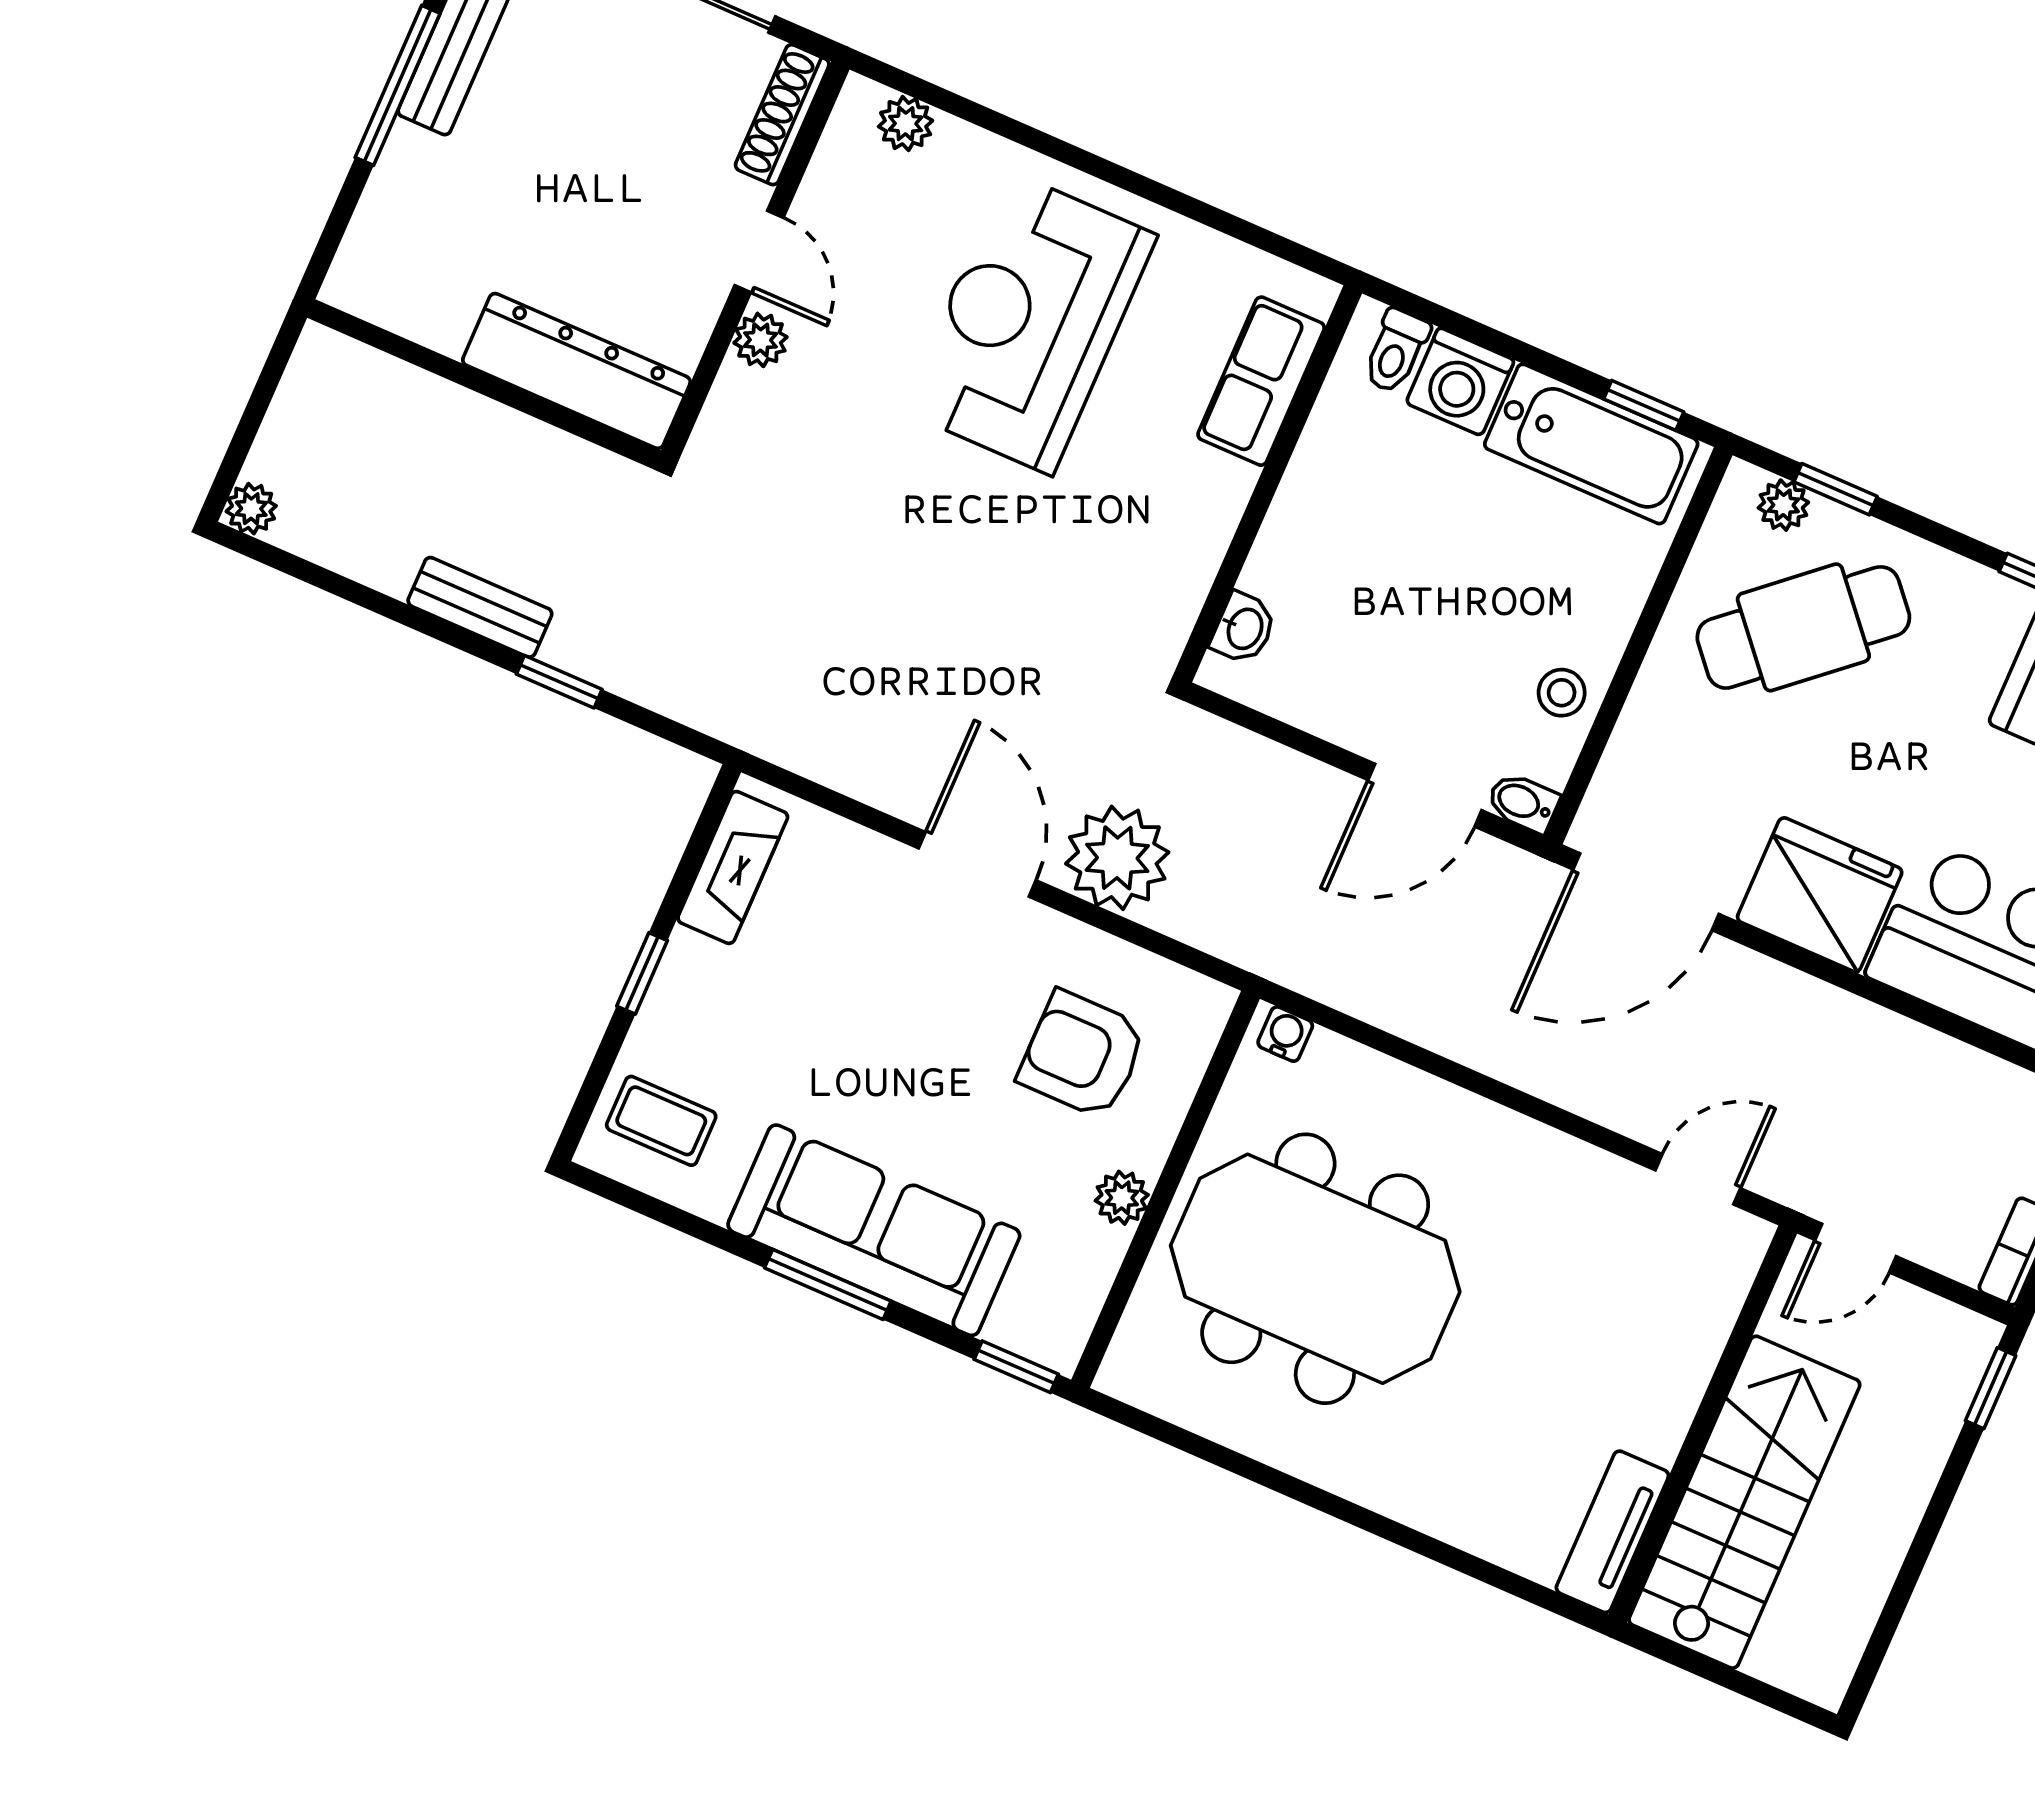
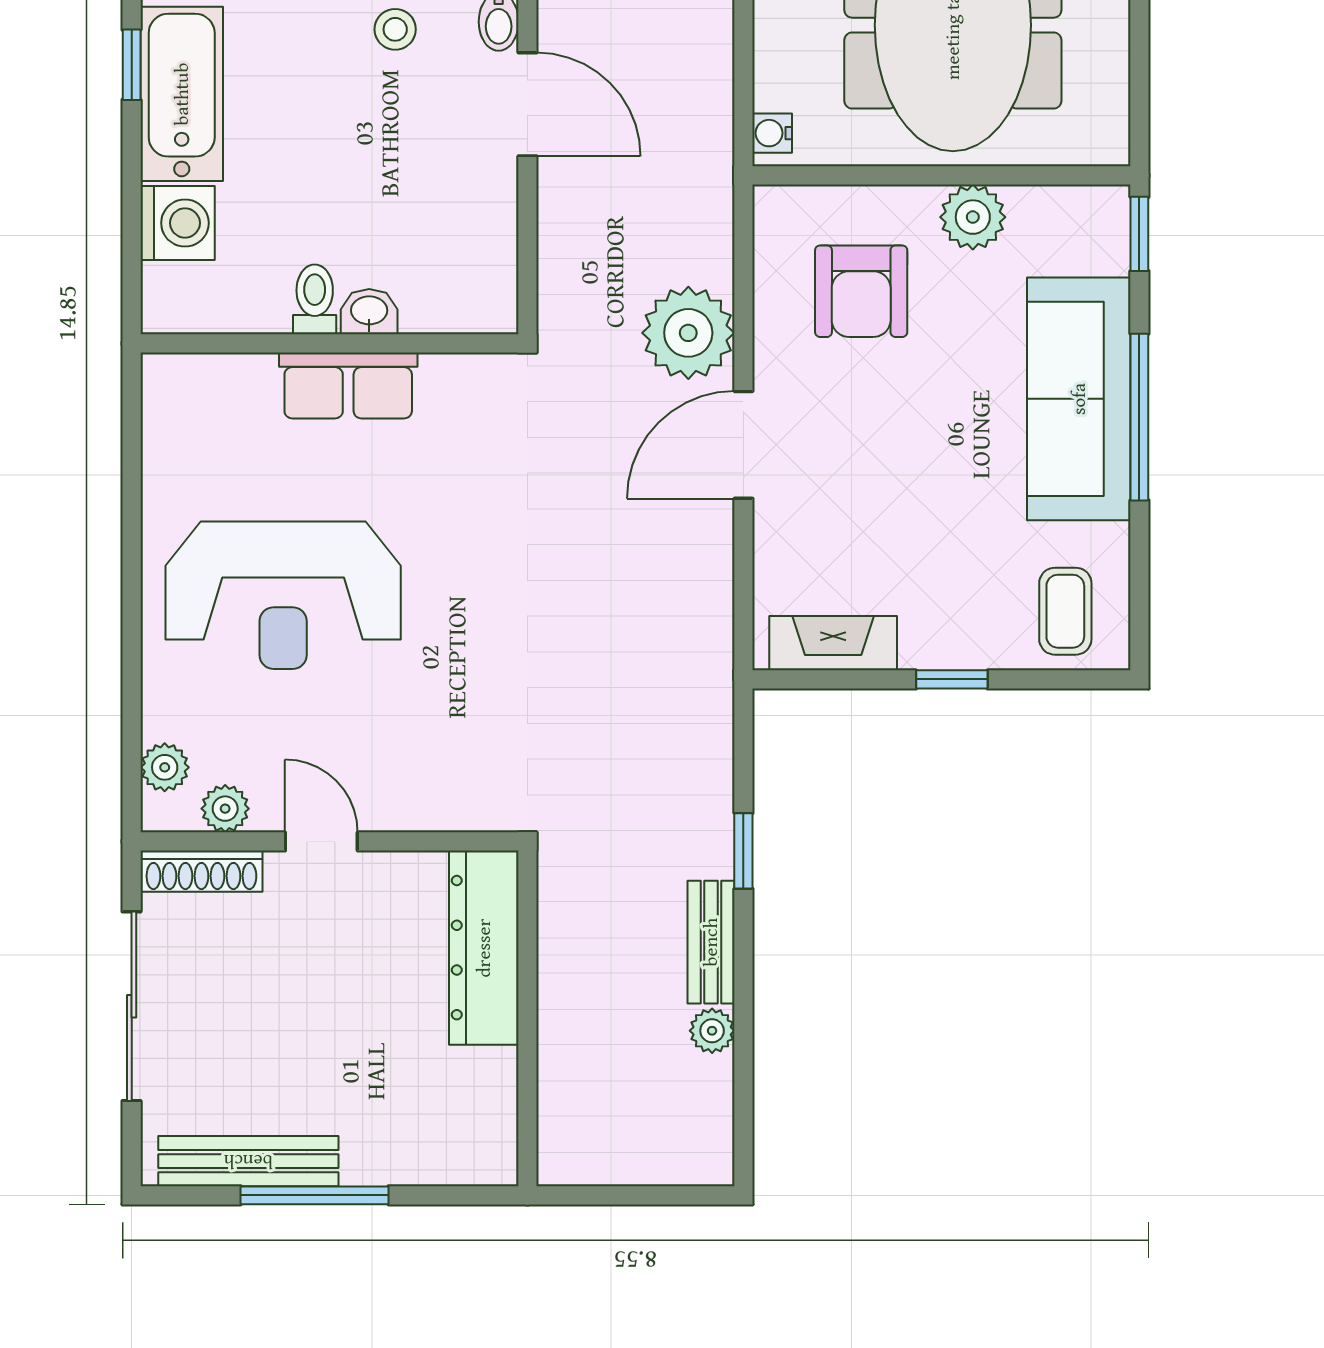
door: (759, 251) -> (321, 841), hinge flipped
plant: (760, 340) -> (225, 809), moved
toilet: (1396, 351) -> (315, 299), moved, turned -90
row of seats: (1261, 381) -> (348, 386), moved
plant: (251, 509) -> (712, 1031), moved
washbasin: (1244, 628) -> (369, 312), moved
plant: (1122, 1198) -> (973, 217), width x1.38, depth x1.38
window: (828, 1284) -> (1139, 417), width x1.44

